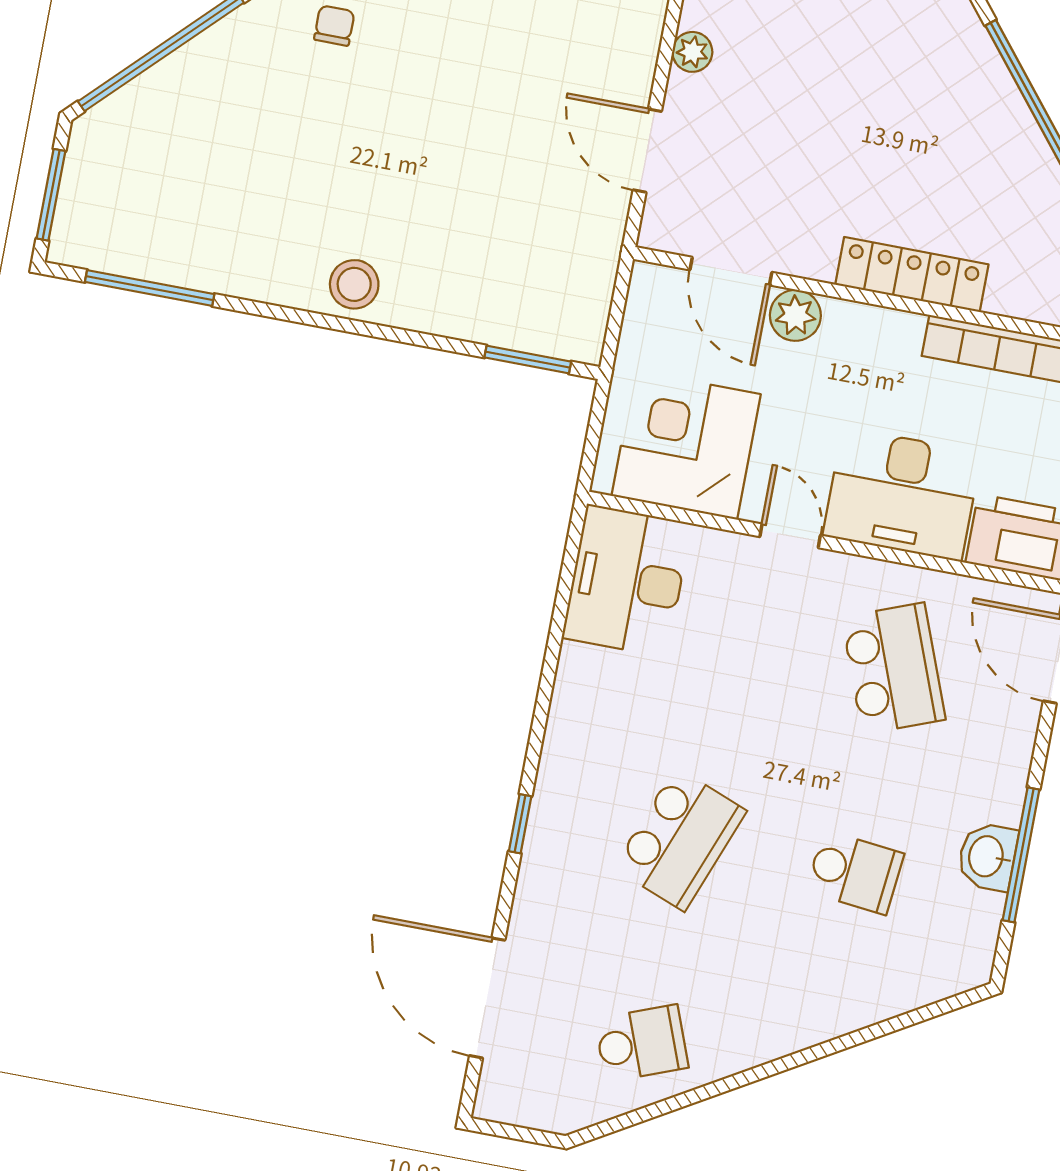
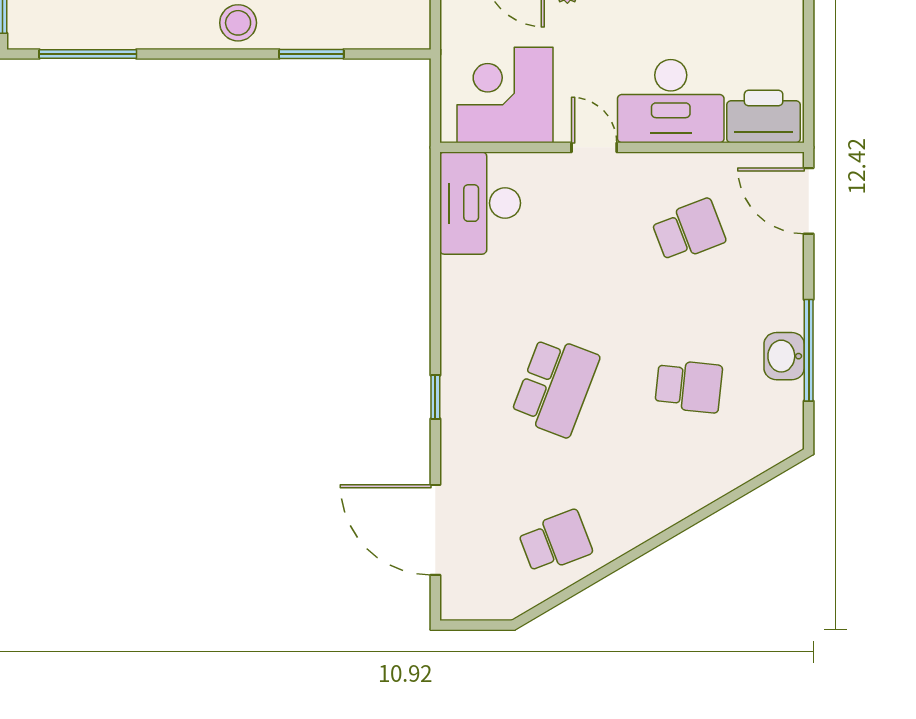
window: (528, 360) -> (311, 54), moved
school desk: (893, 668) -> (689, 231), width x0.54

